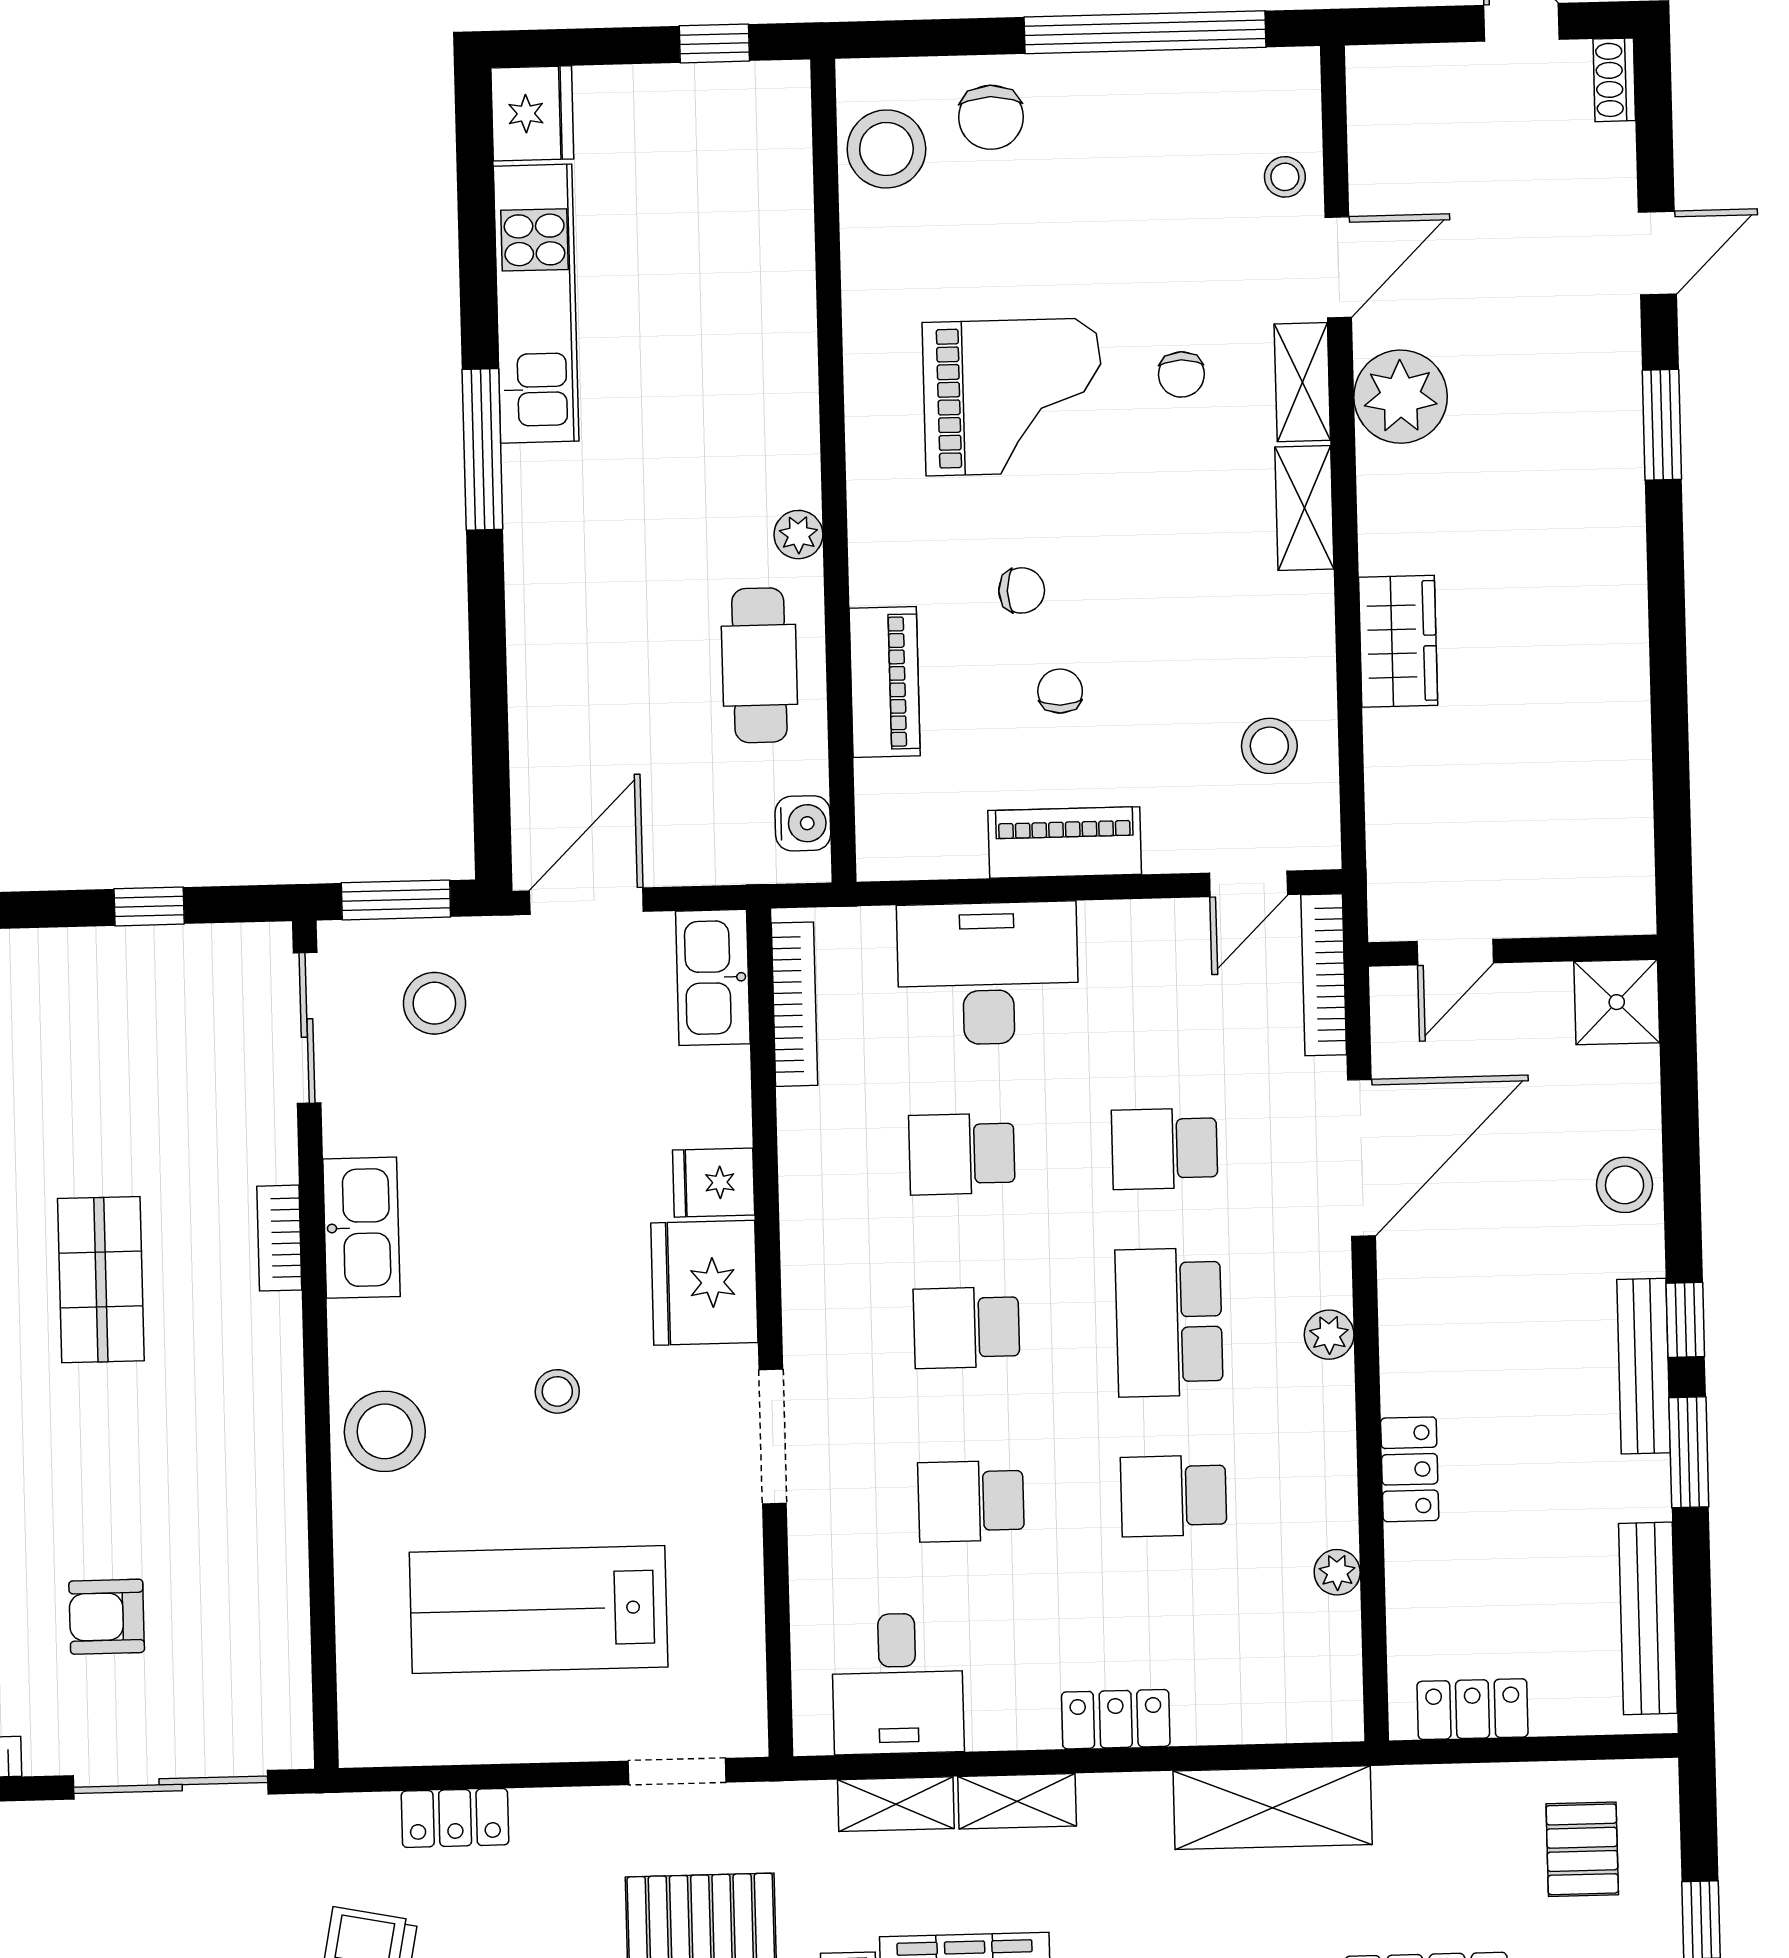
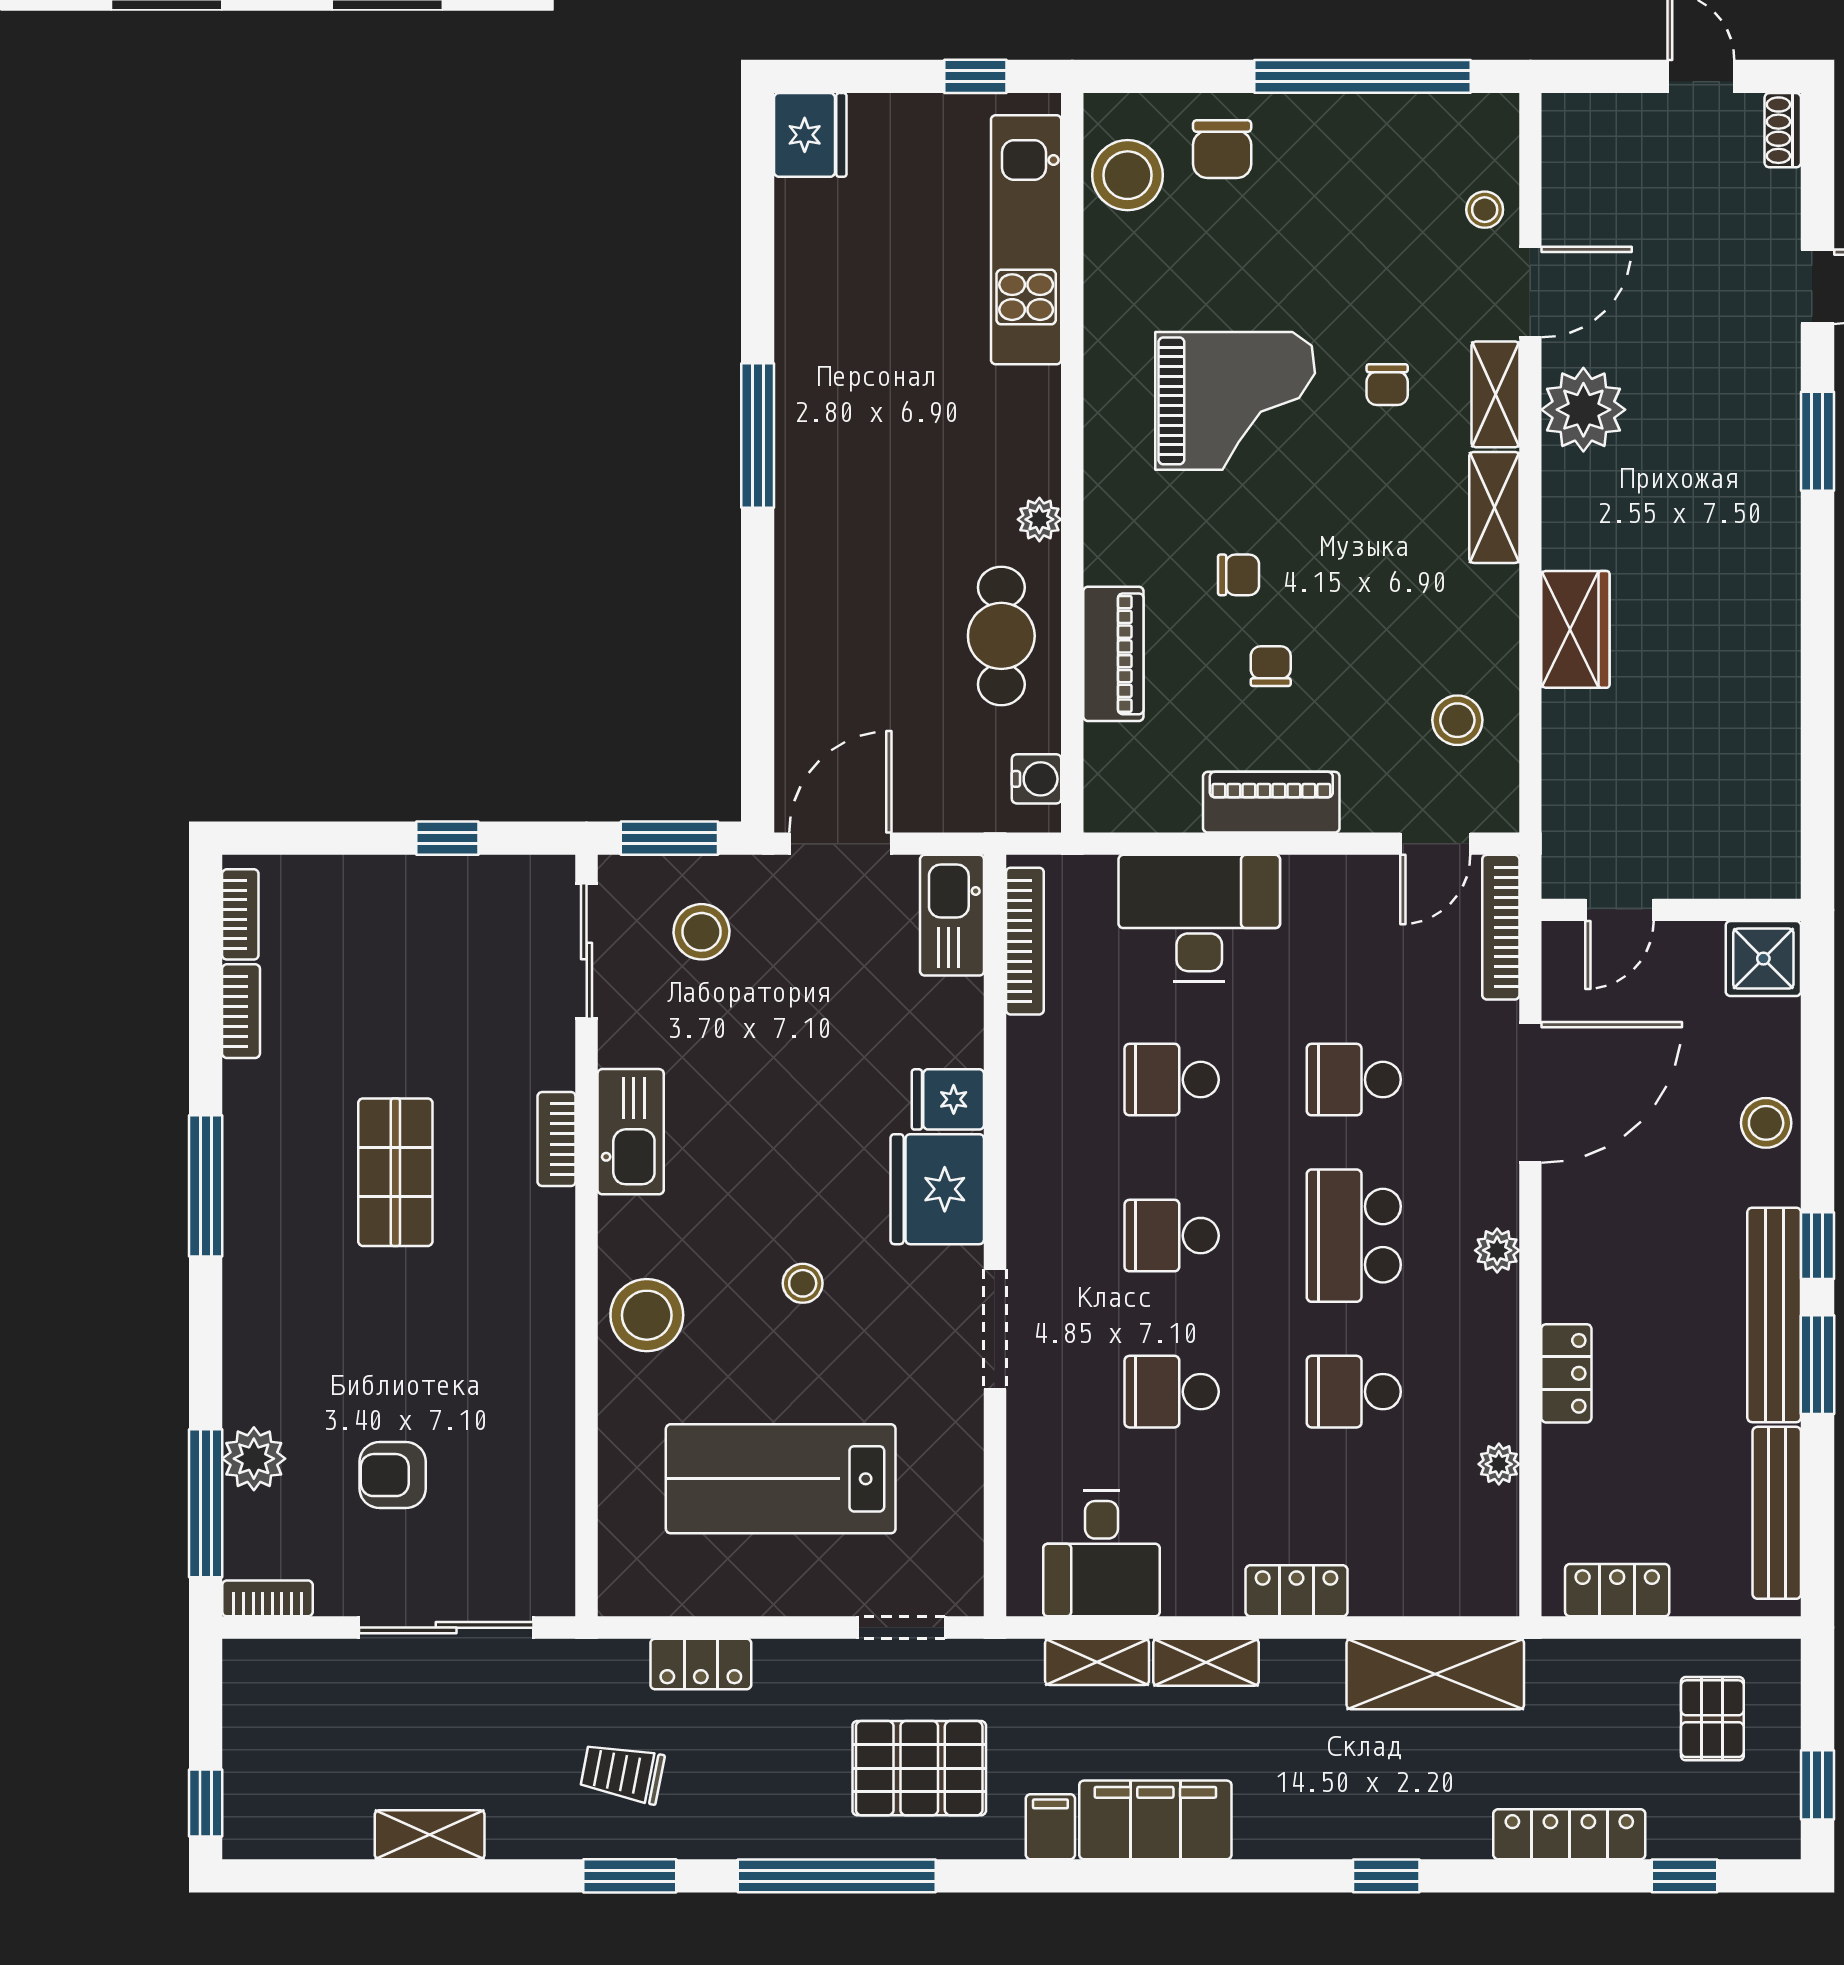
kitchen unit: (536, 304) -> (1026, 240), moved, turned 180
bench: (1644, 1366) -> (1774, 1315), width x1.37, depth x1.21

